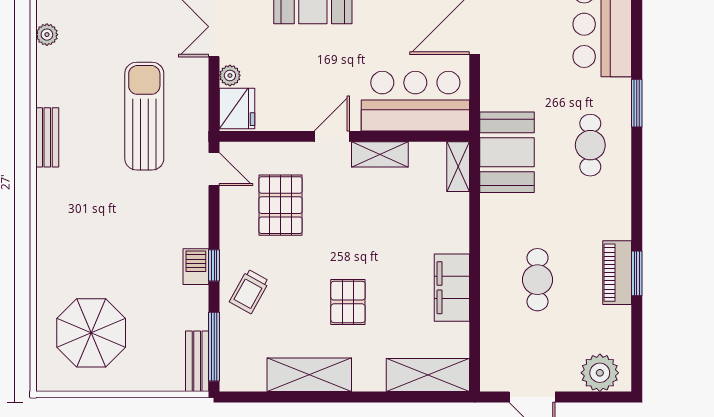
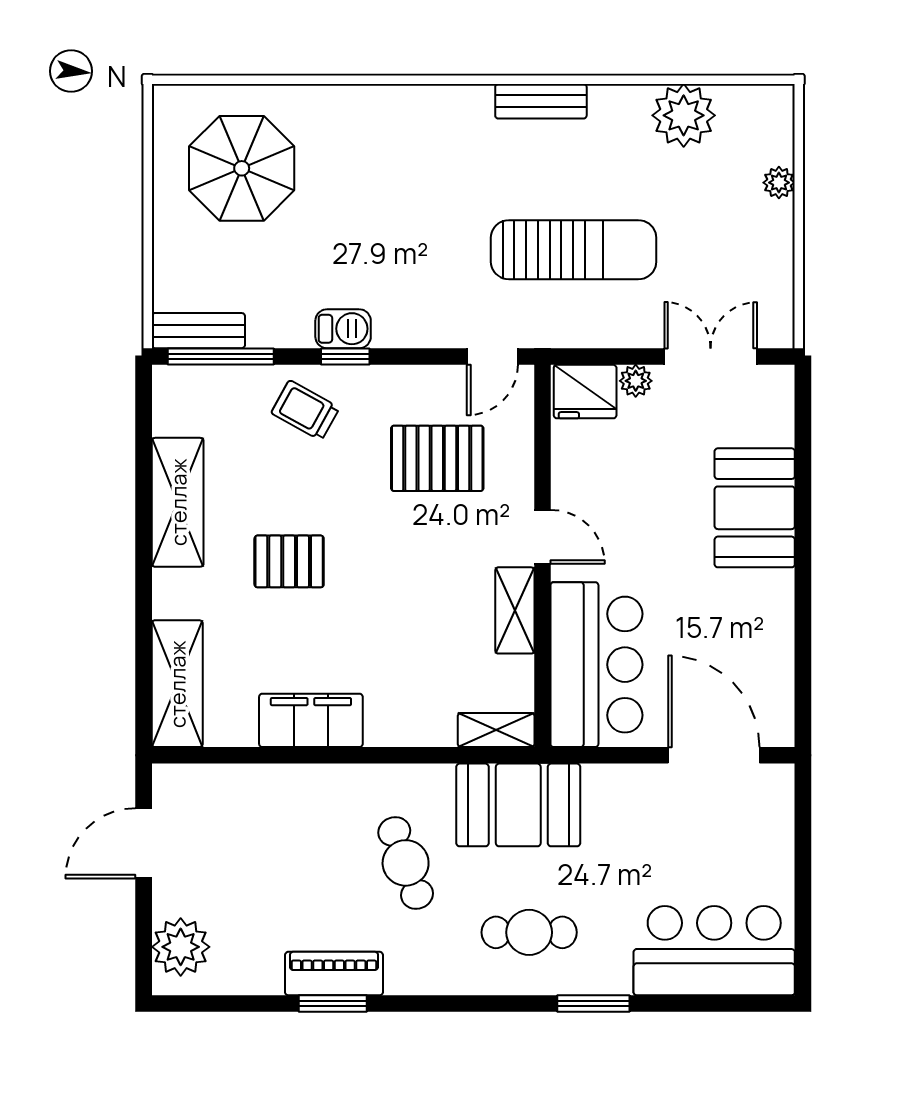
plant: (47, 35) -> (684, 115), width x1.87, depth x1.87
cafe table: (537, 280) -> (406, 863), moved, turned 70

